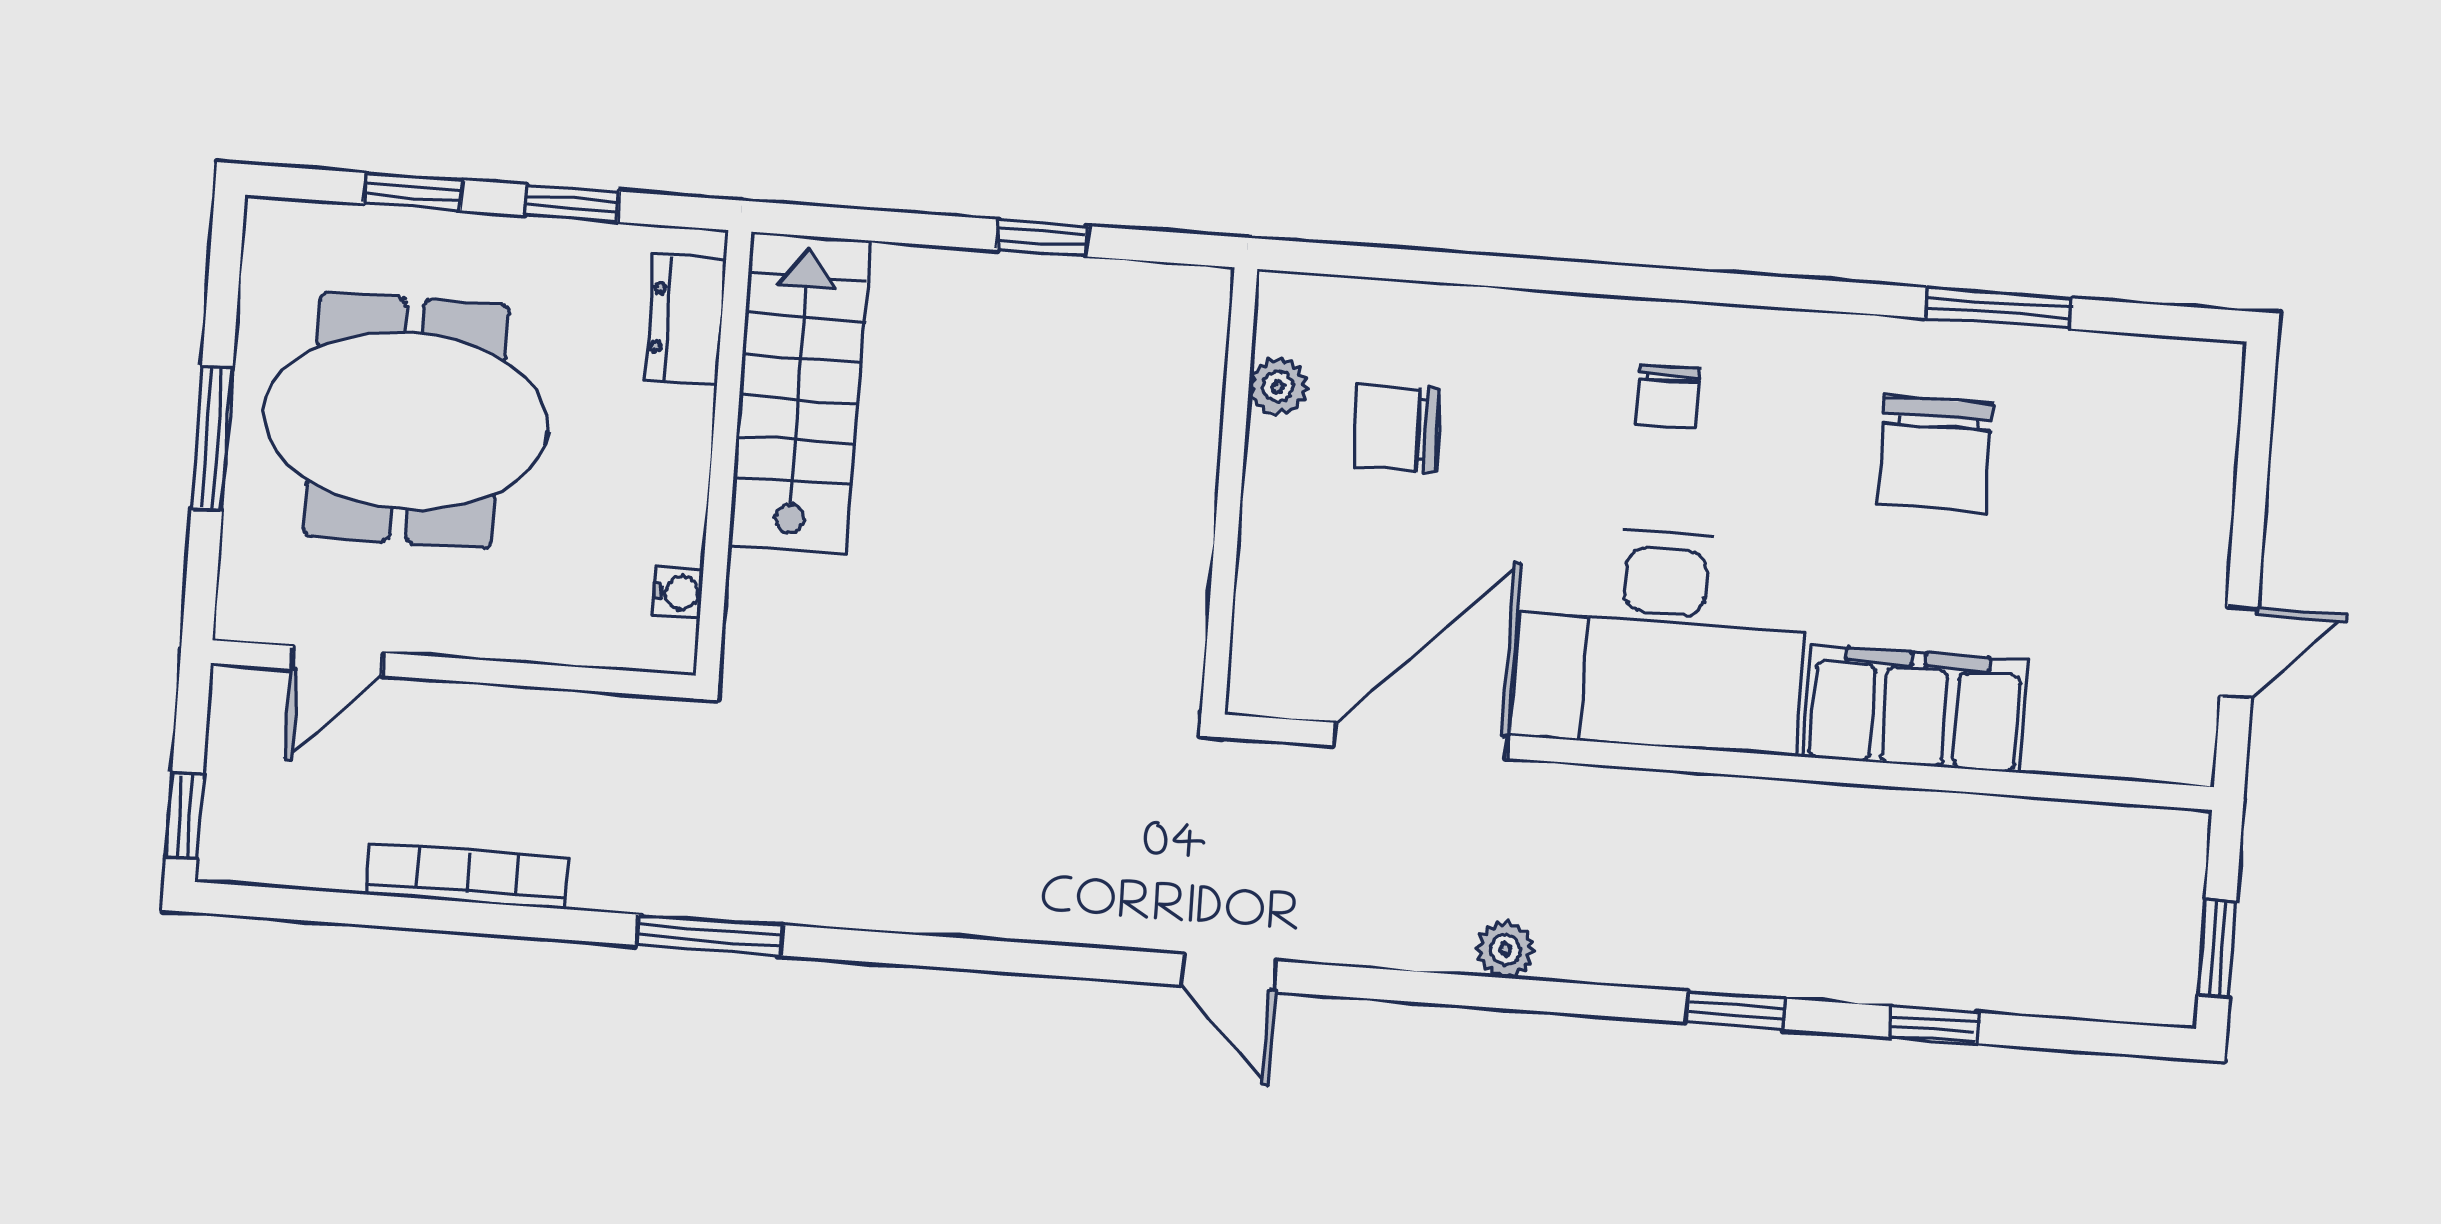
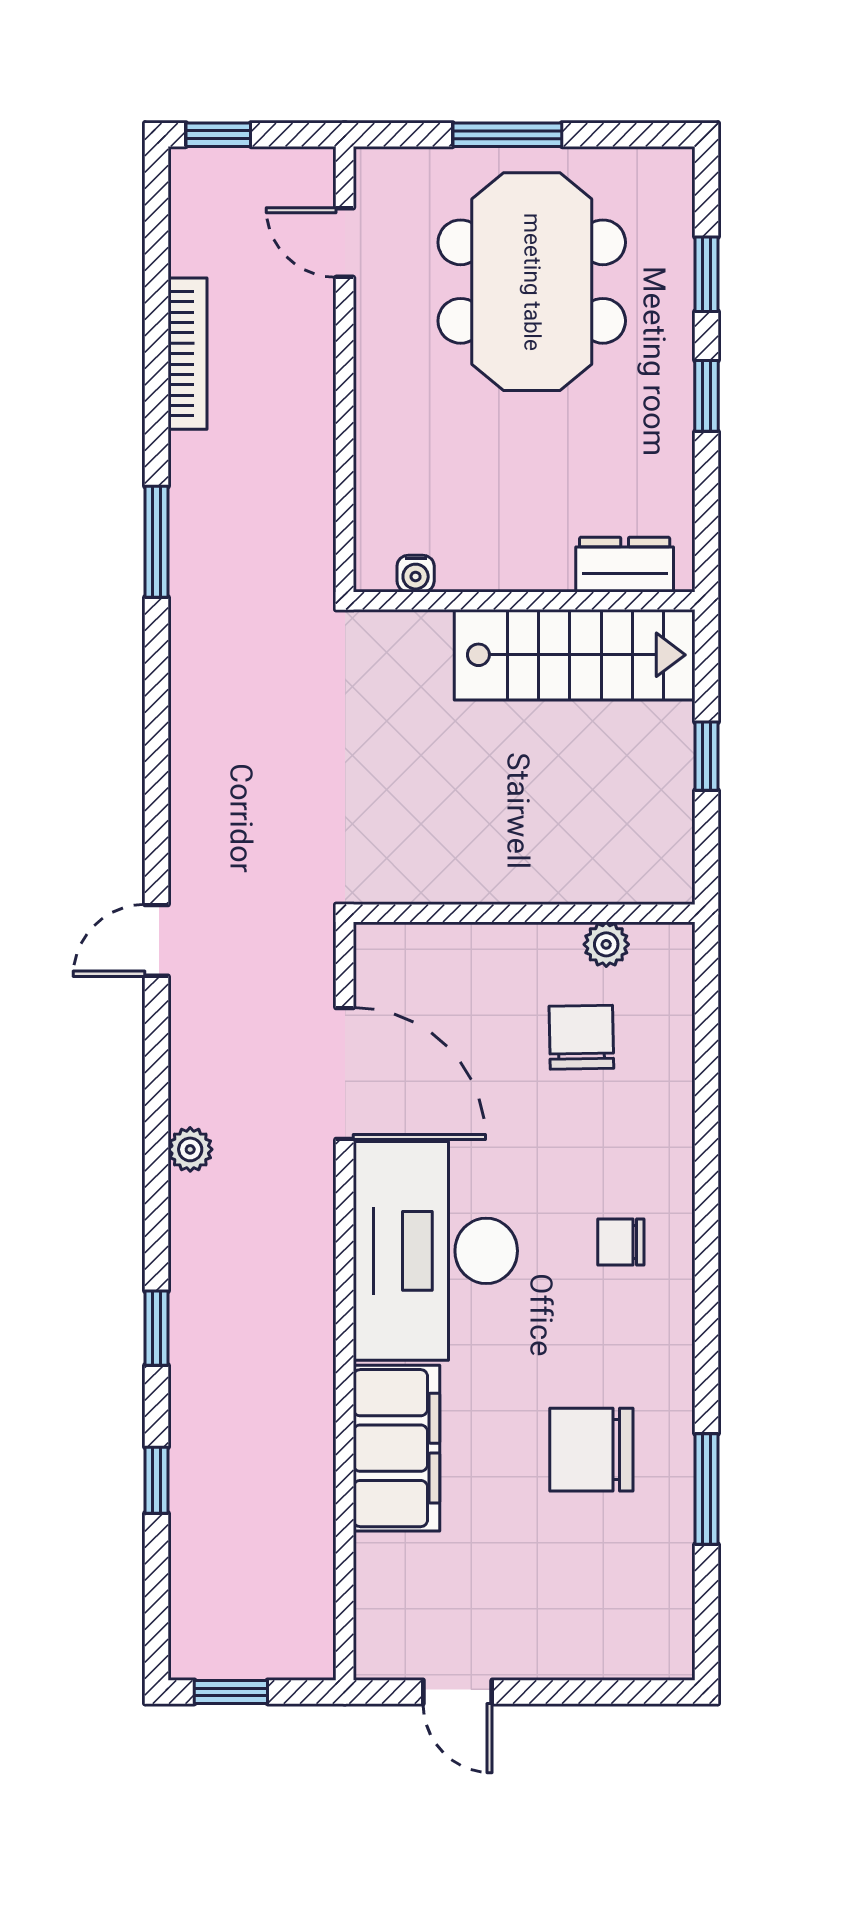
dresser: (686, 319) -> (625, 565), moved
stairs: (799, 393) -> (575, 655), moved
wall: (723, 454) -> (524, 601), moved
water cooler: (678, 593) -> (416, 574), moved

